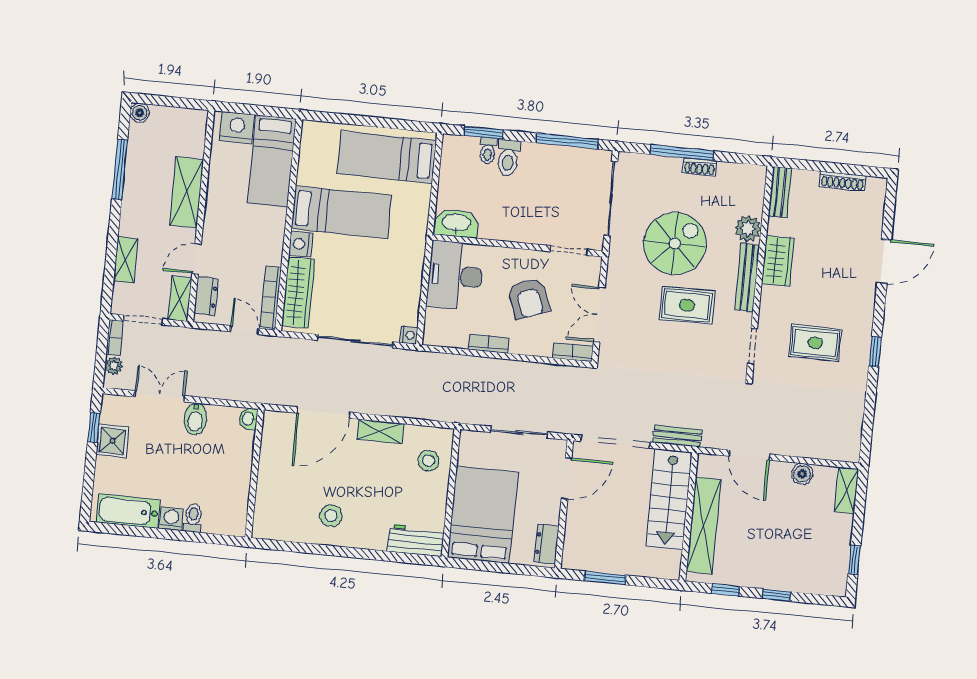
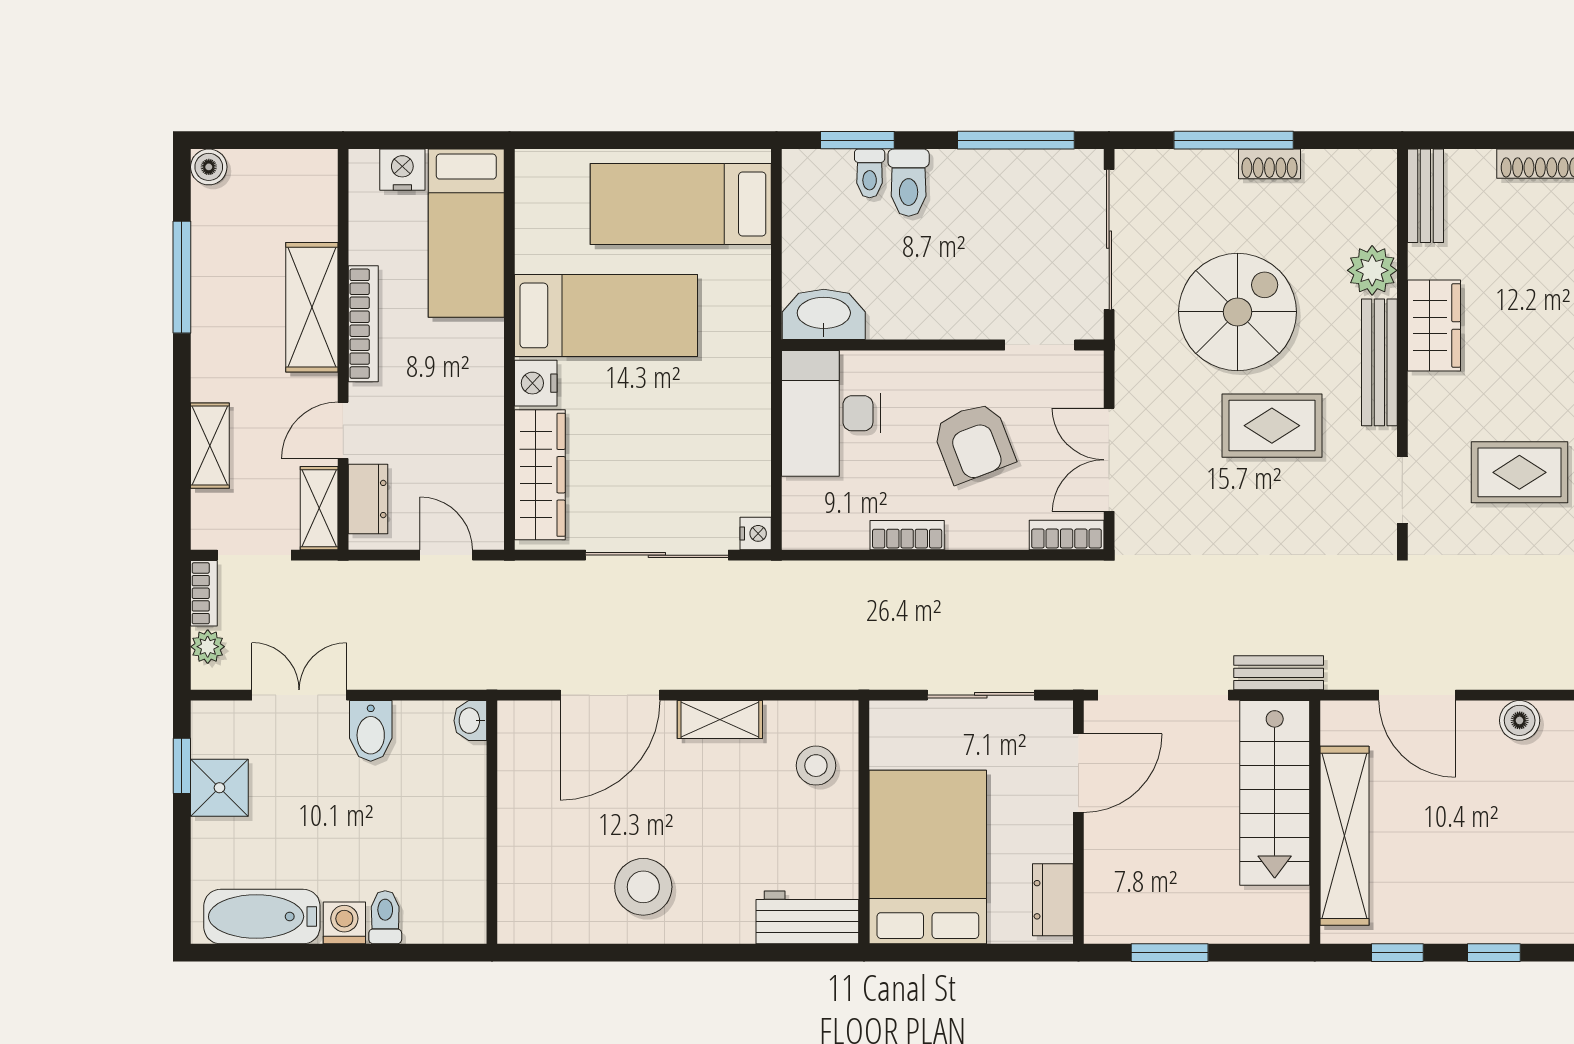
nightstand: (237, 127) -> (402, 170), width x0.74, depth x0.75
bookcase: (271, 297) -> (363, 324), moved, turned 180
stool: (331, 516) -> (643, 887), width x1.38, depth x1.38

